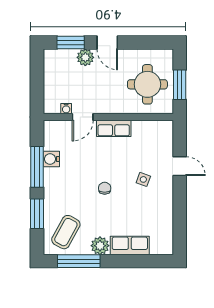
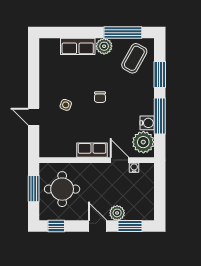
window: (154, 42) -> (56, 226), added
door: (83, 117) -> (119, 160), hinge flipped
plant: (56, 137) -> (143, 142), added

